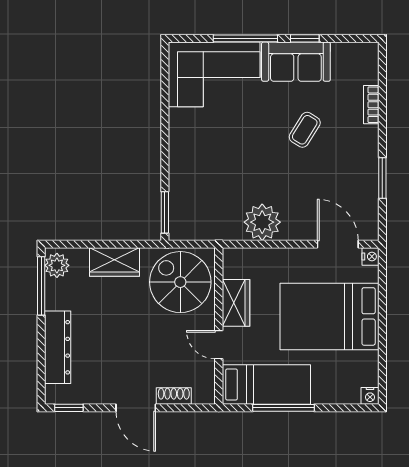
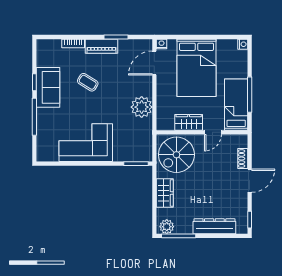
corner sofa: (214, 74) -> (86, 143), moved, turned -90
piano: (367, 153) -> (101, 46), added

